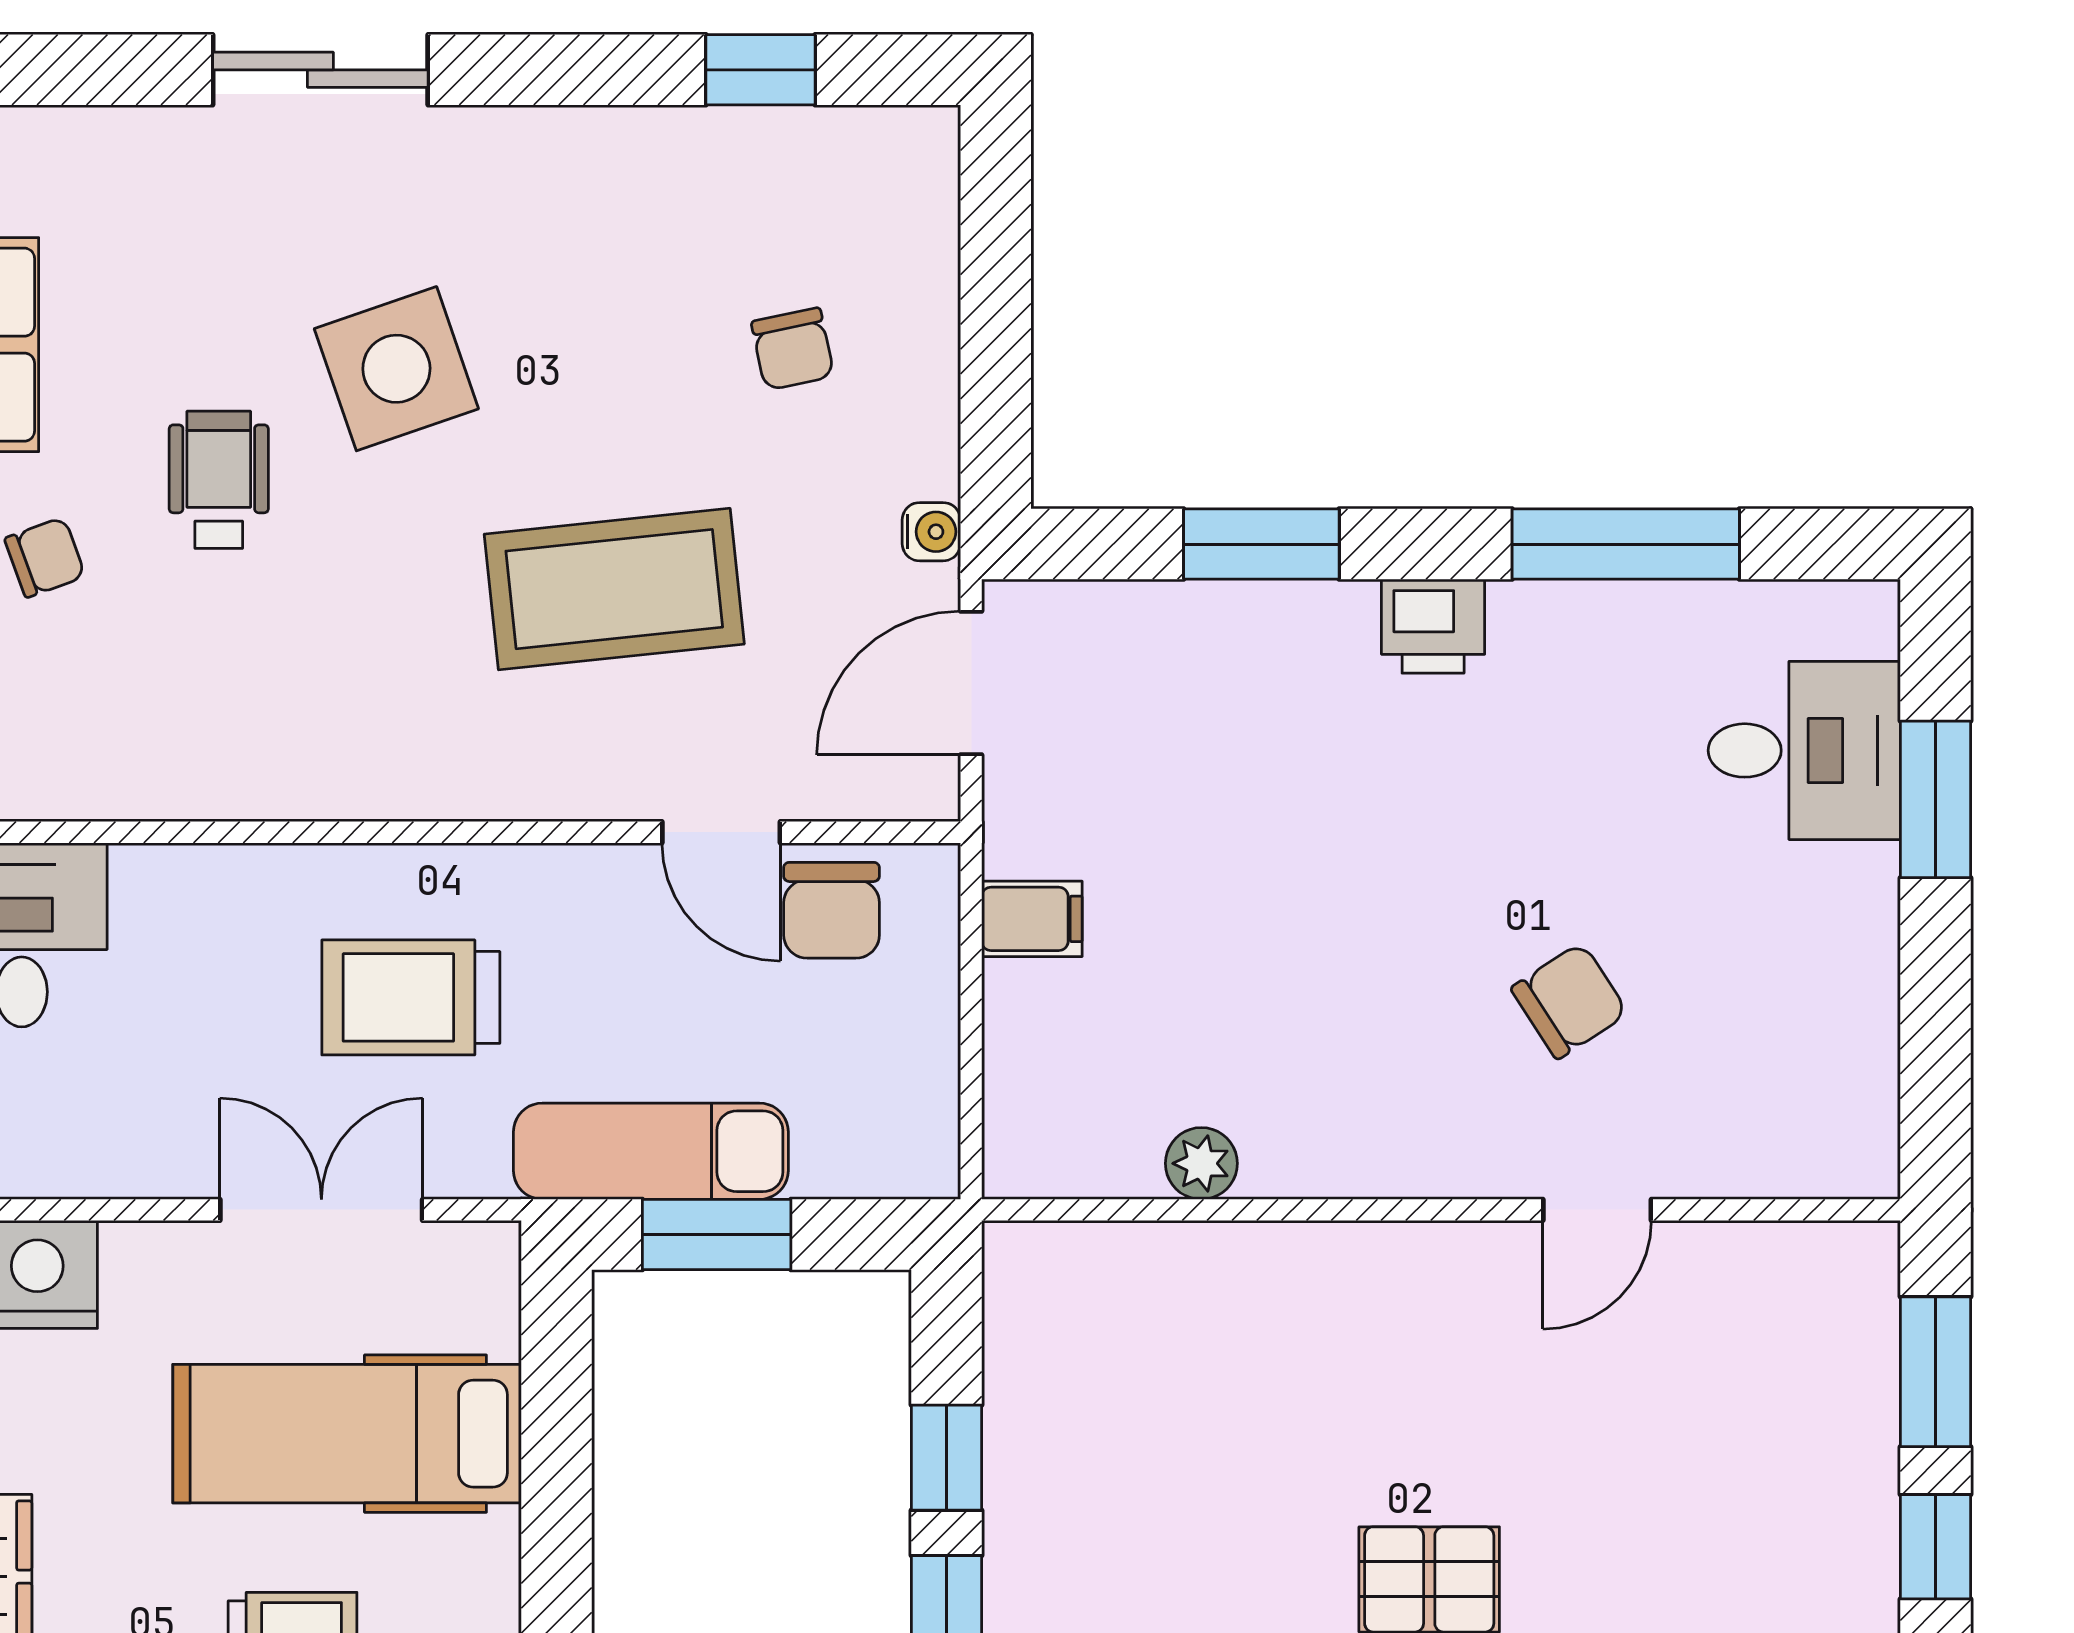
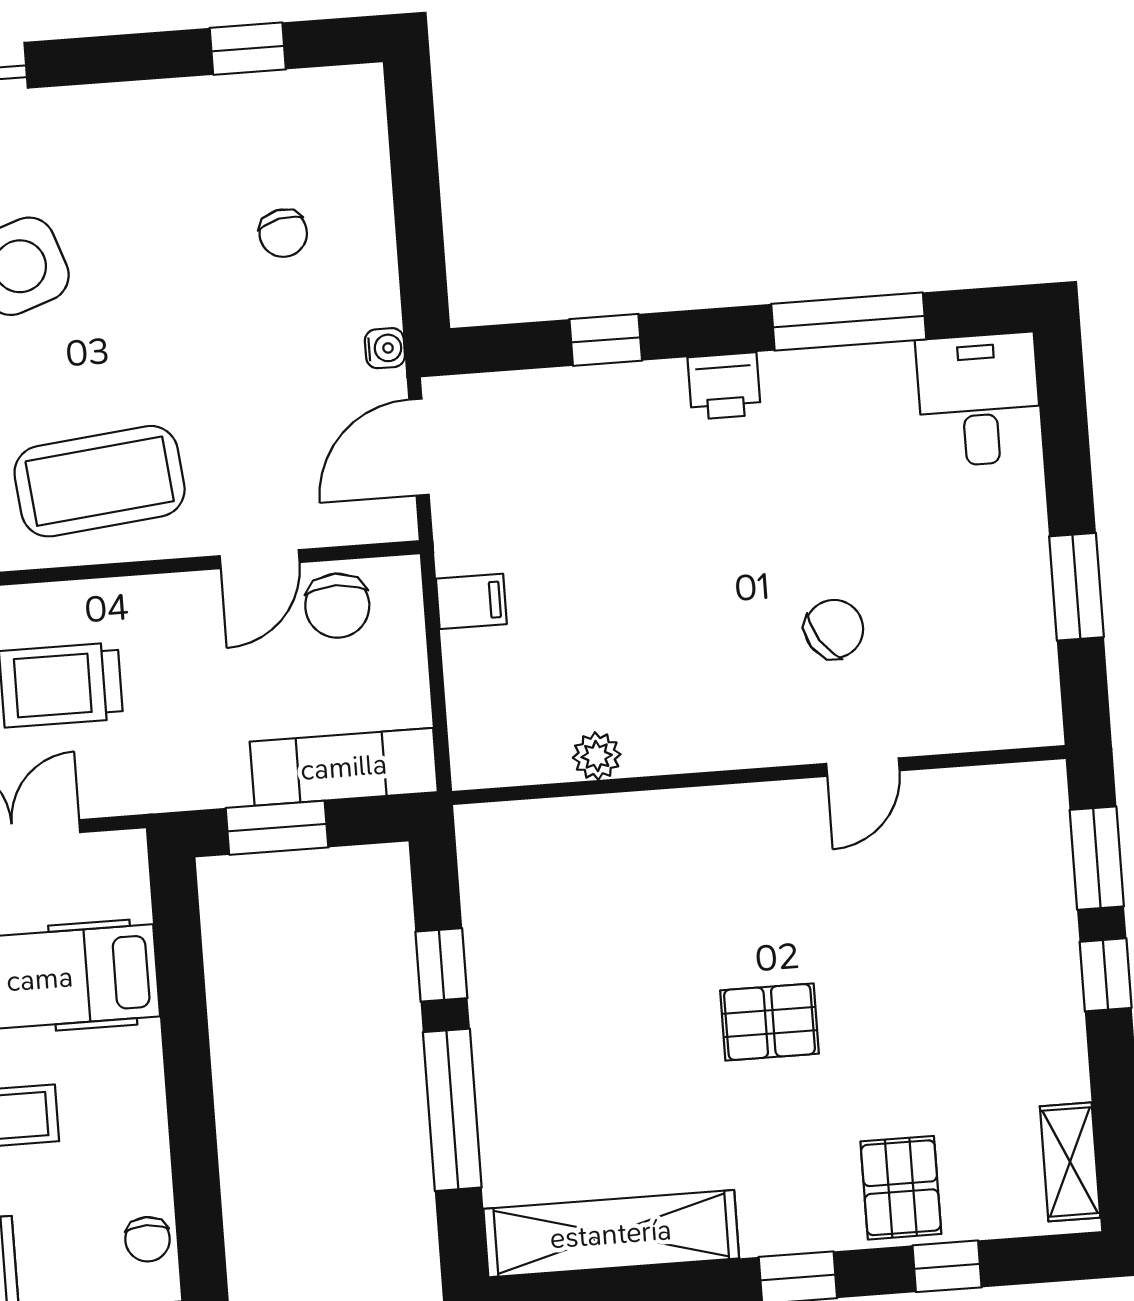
window: (1261, 544) -> (606, 340), width x0.67
coffee table: (614, 589) -> (100, 481), moved
desk: (1804, 750) -> (979, 400), moved, turned -90
window: (1936, 799) -> (1076, 587), moved
door: (721, 832) -> (260, 559), hinge flipped
exam couch: (651, 1151) -> (344, 767), moved

